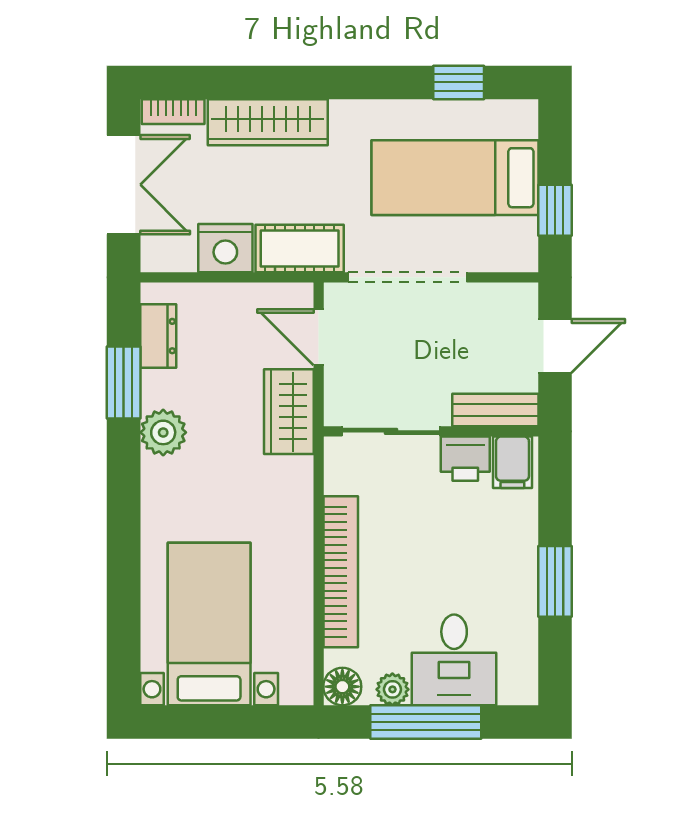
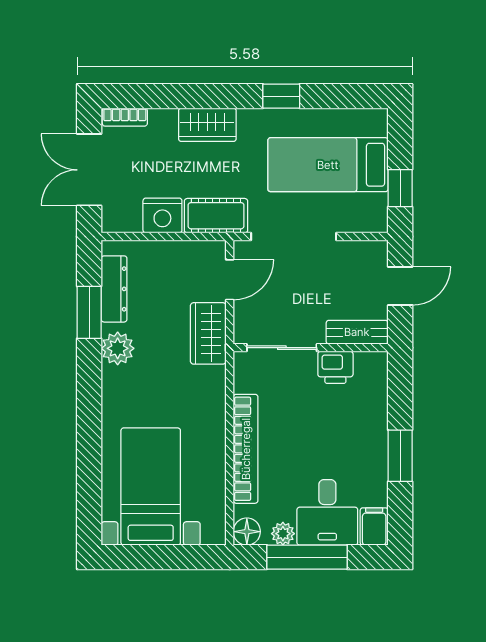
window: (459, 82) -> (281, 96), moved
wardrobe: (268, 122) -> (207, 125), width x0.67
double door: (124, 185) -> (89, 170), swing flipped
dresser: (158, 336) -> (114, 289), width x1.44
door: (319, 337) -> (230, 280), swing flipped
filing cabinet: (512, 462) -> (374, 527), moved, turned 180

